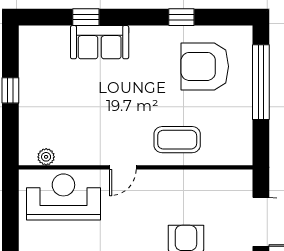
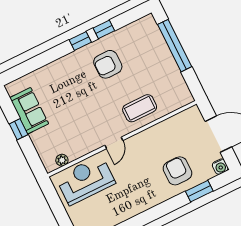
window: (86, 17) -> (80, 41), moved
sofa: (100, 42) -> (29, 111), moved, turned -90
armchair: (205, 66) -> (108, 64), moved, width x0.73, depth x0.73

